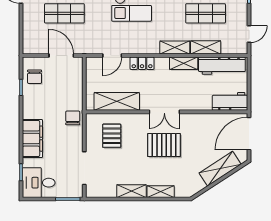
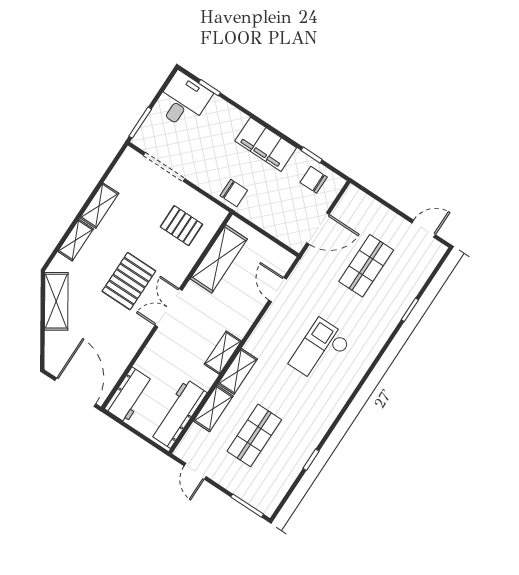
locker: (142, 63) -> (245, 319), removed
shelving: (184, 63) -> (223, 353), moved
filing cabinet: (32, 139) -> (266, 144), moved
shelving: (220, 169) -> (56, 301), moved

